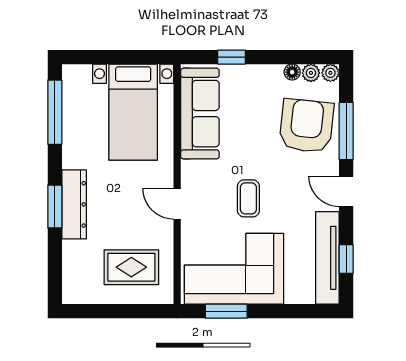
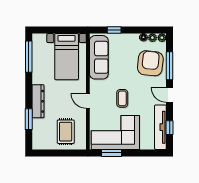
window: (55, 207) -> (29, 119), moved
rug: (131, 267) -> (66, 132), turned 90

